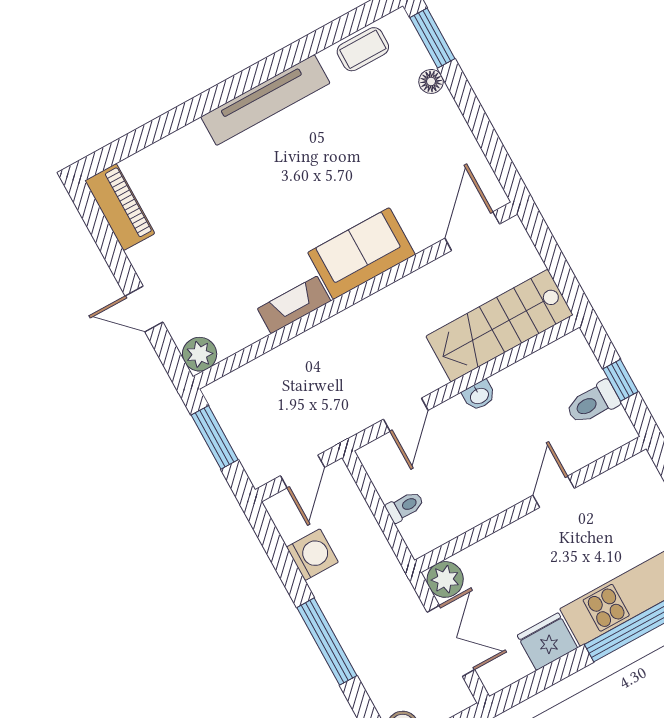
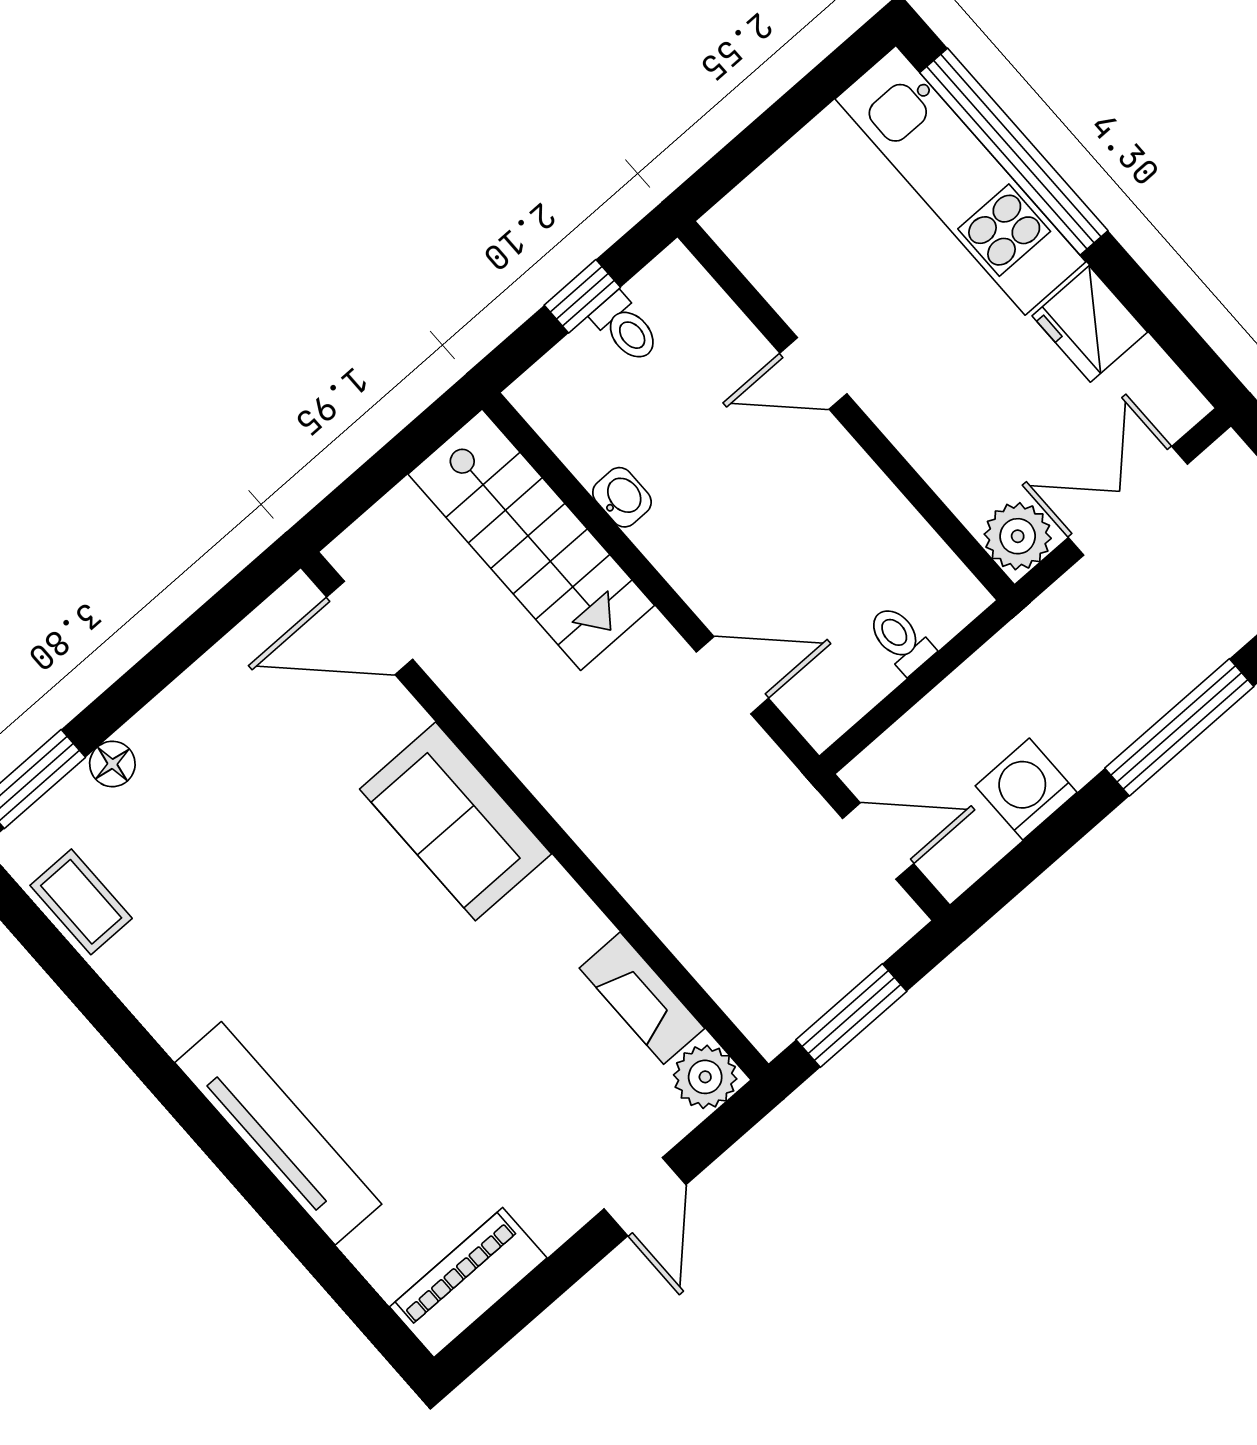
tv unit: (265, 100) -> (278, 1133), moved
fireplace: (294, 305) -> (642, 998), moved
washbasin: (479, 395) -> (622, 497), moved
toilet: (593, 403) -> (626, 328), width x0.73, depth x0.72

